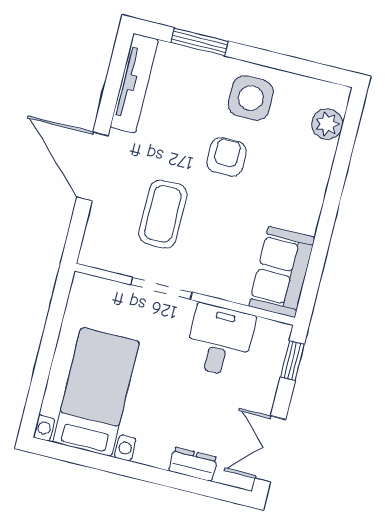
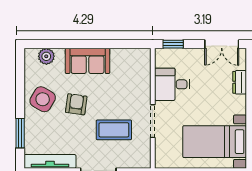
side table: (251, 98) -> (43, 99), turned 30
armchair: (226, 157) -> (76, 104), turned 98
sofa: (282, 272) -> (88, 61), moved

